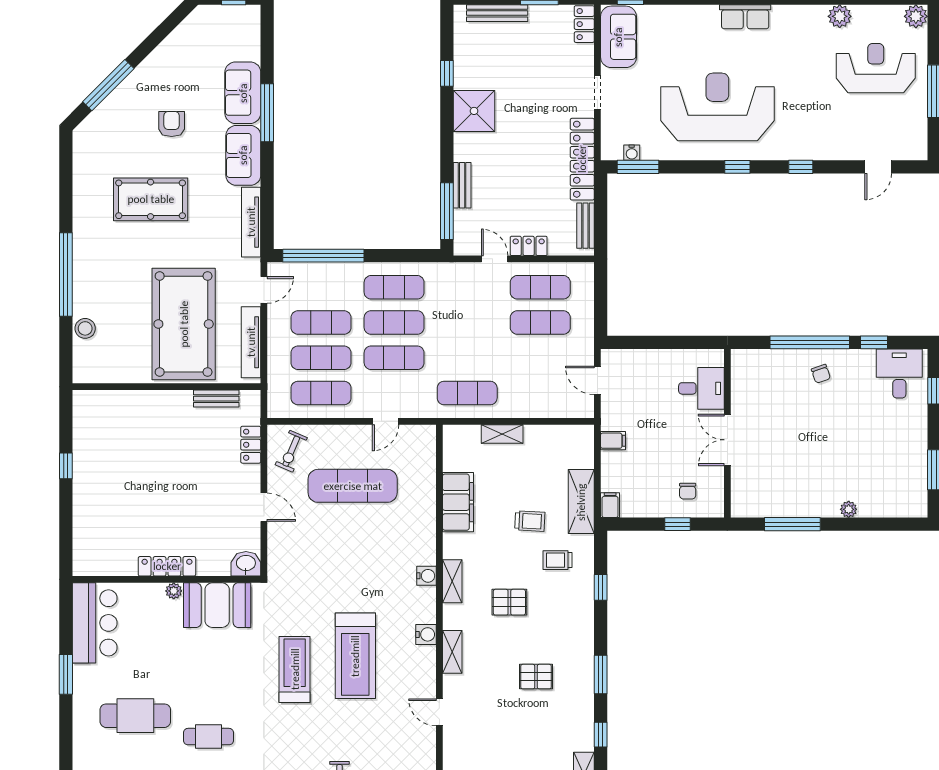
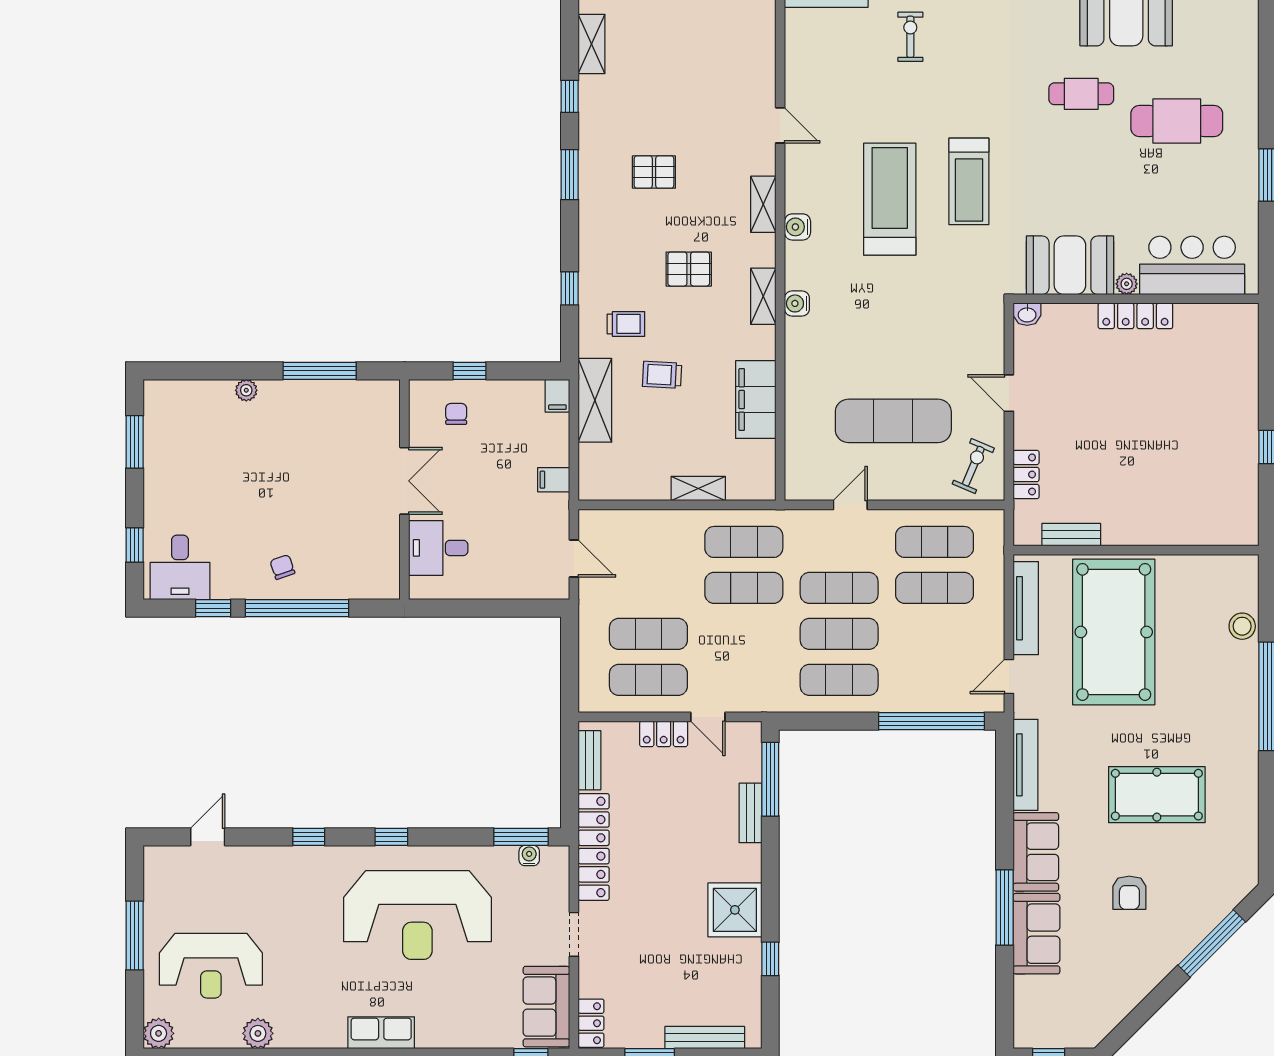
exercise mat: (321, 323) -> (744, 588), moved
washbasin: (246, 564) -> (1027, 314), width x0.72, depth x0.69
bar counter: (95, 623) -> (1192, 265), moved, turned 90

